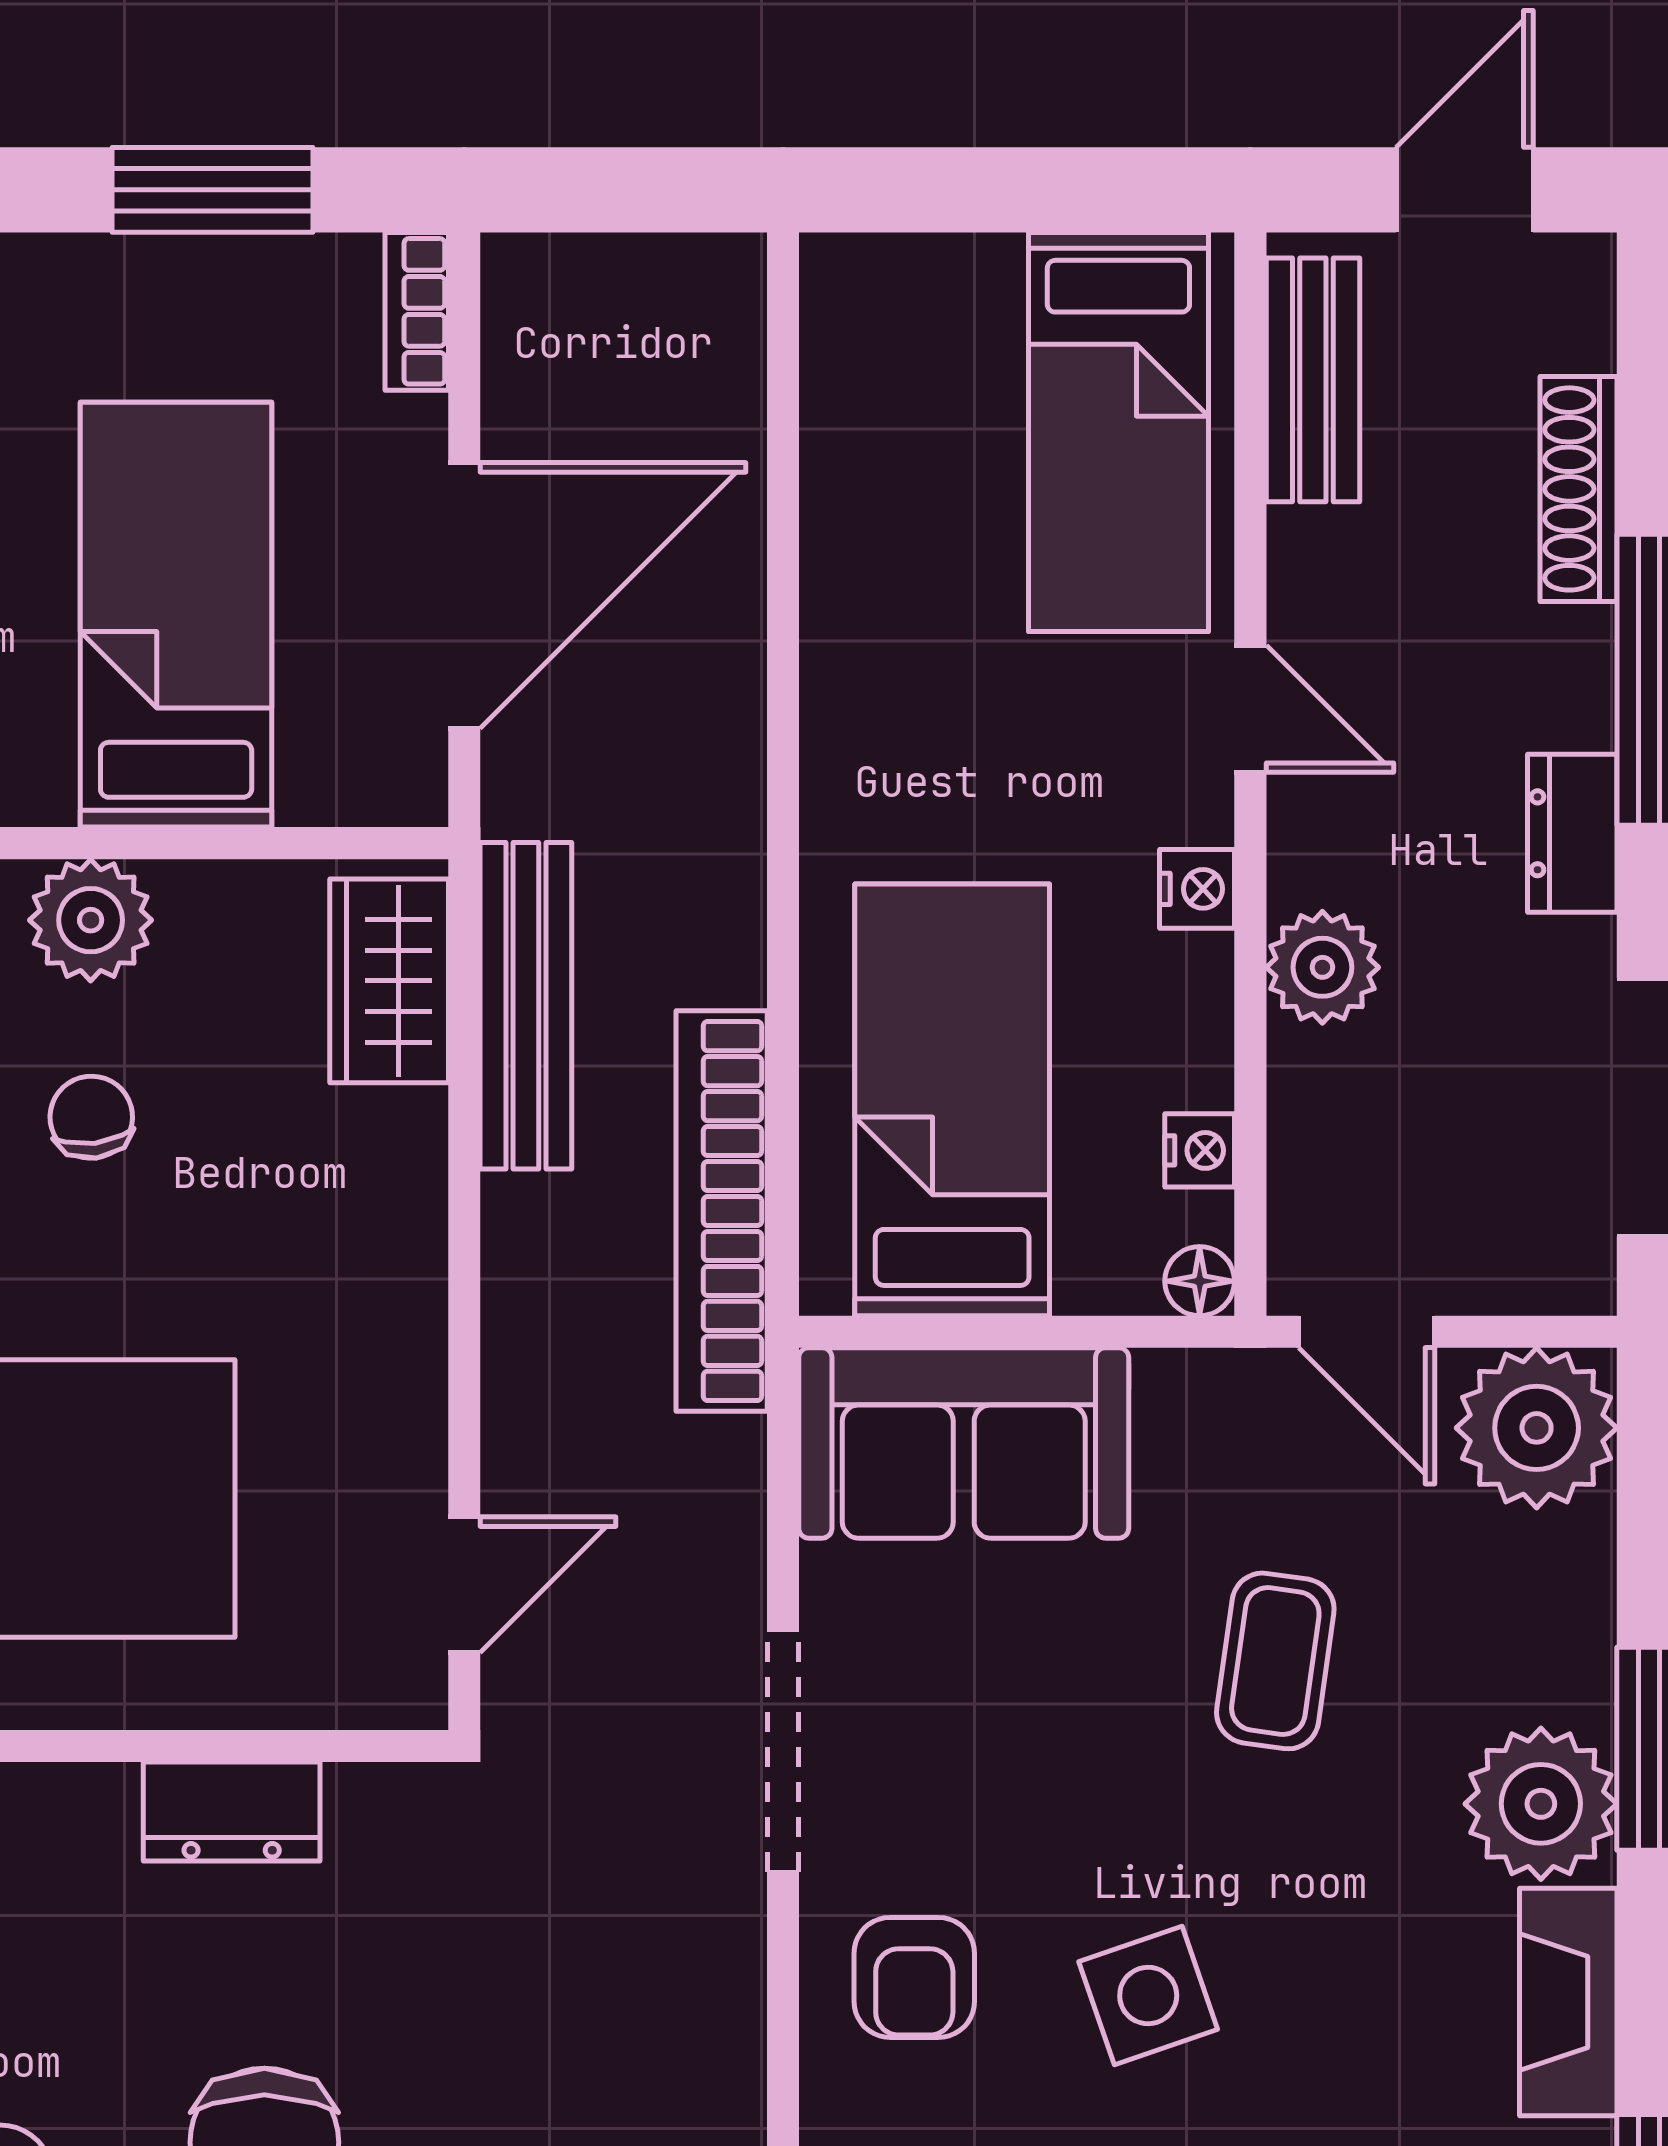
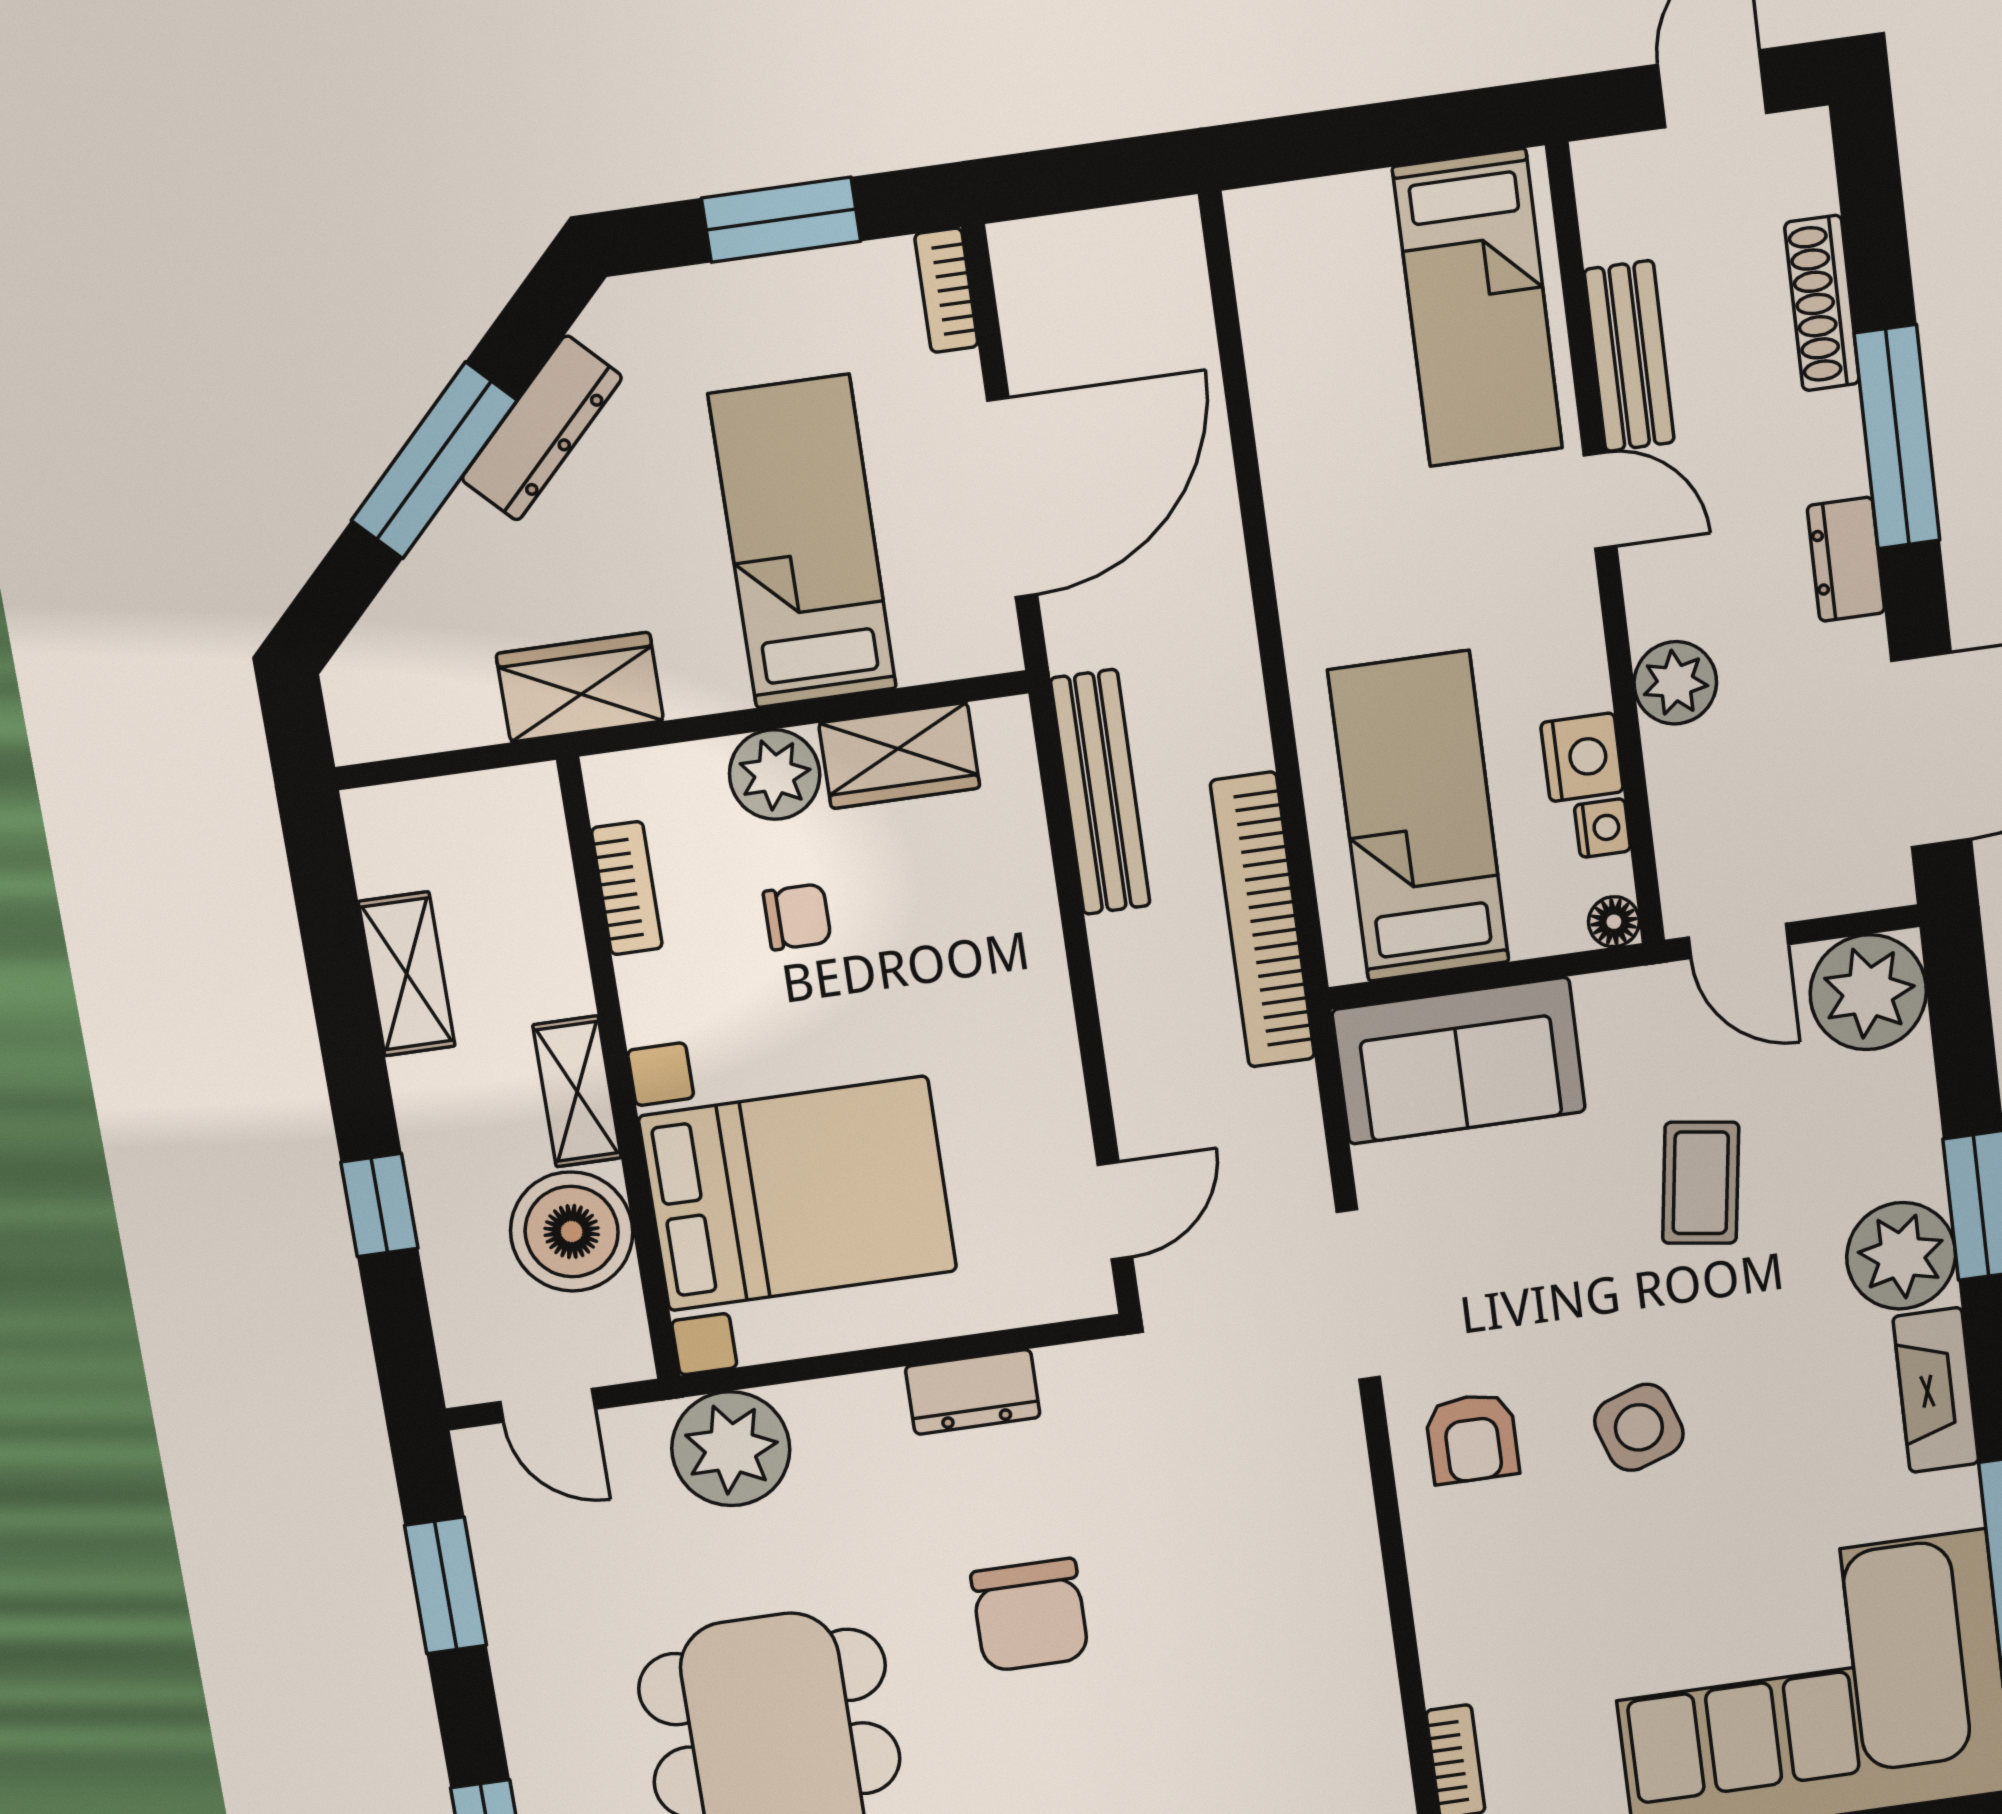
bench: (1313, 380) -> (1629, 356), moved
nightstand: (1197, 889) -> (1582, 757), moved, width x1.39, depth x1.35
wardrobe: (389, 981) -> (899, 756), moved, turned -90
chair: (91, 1117) -> (797, 917), turned 97

